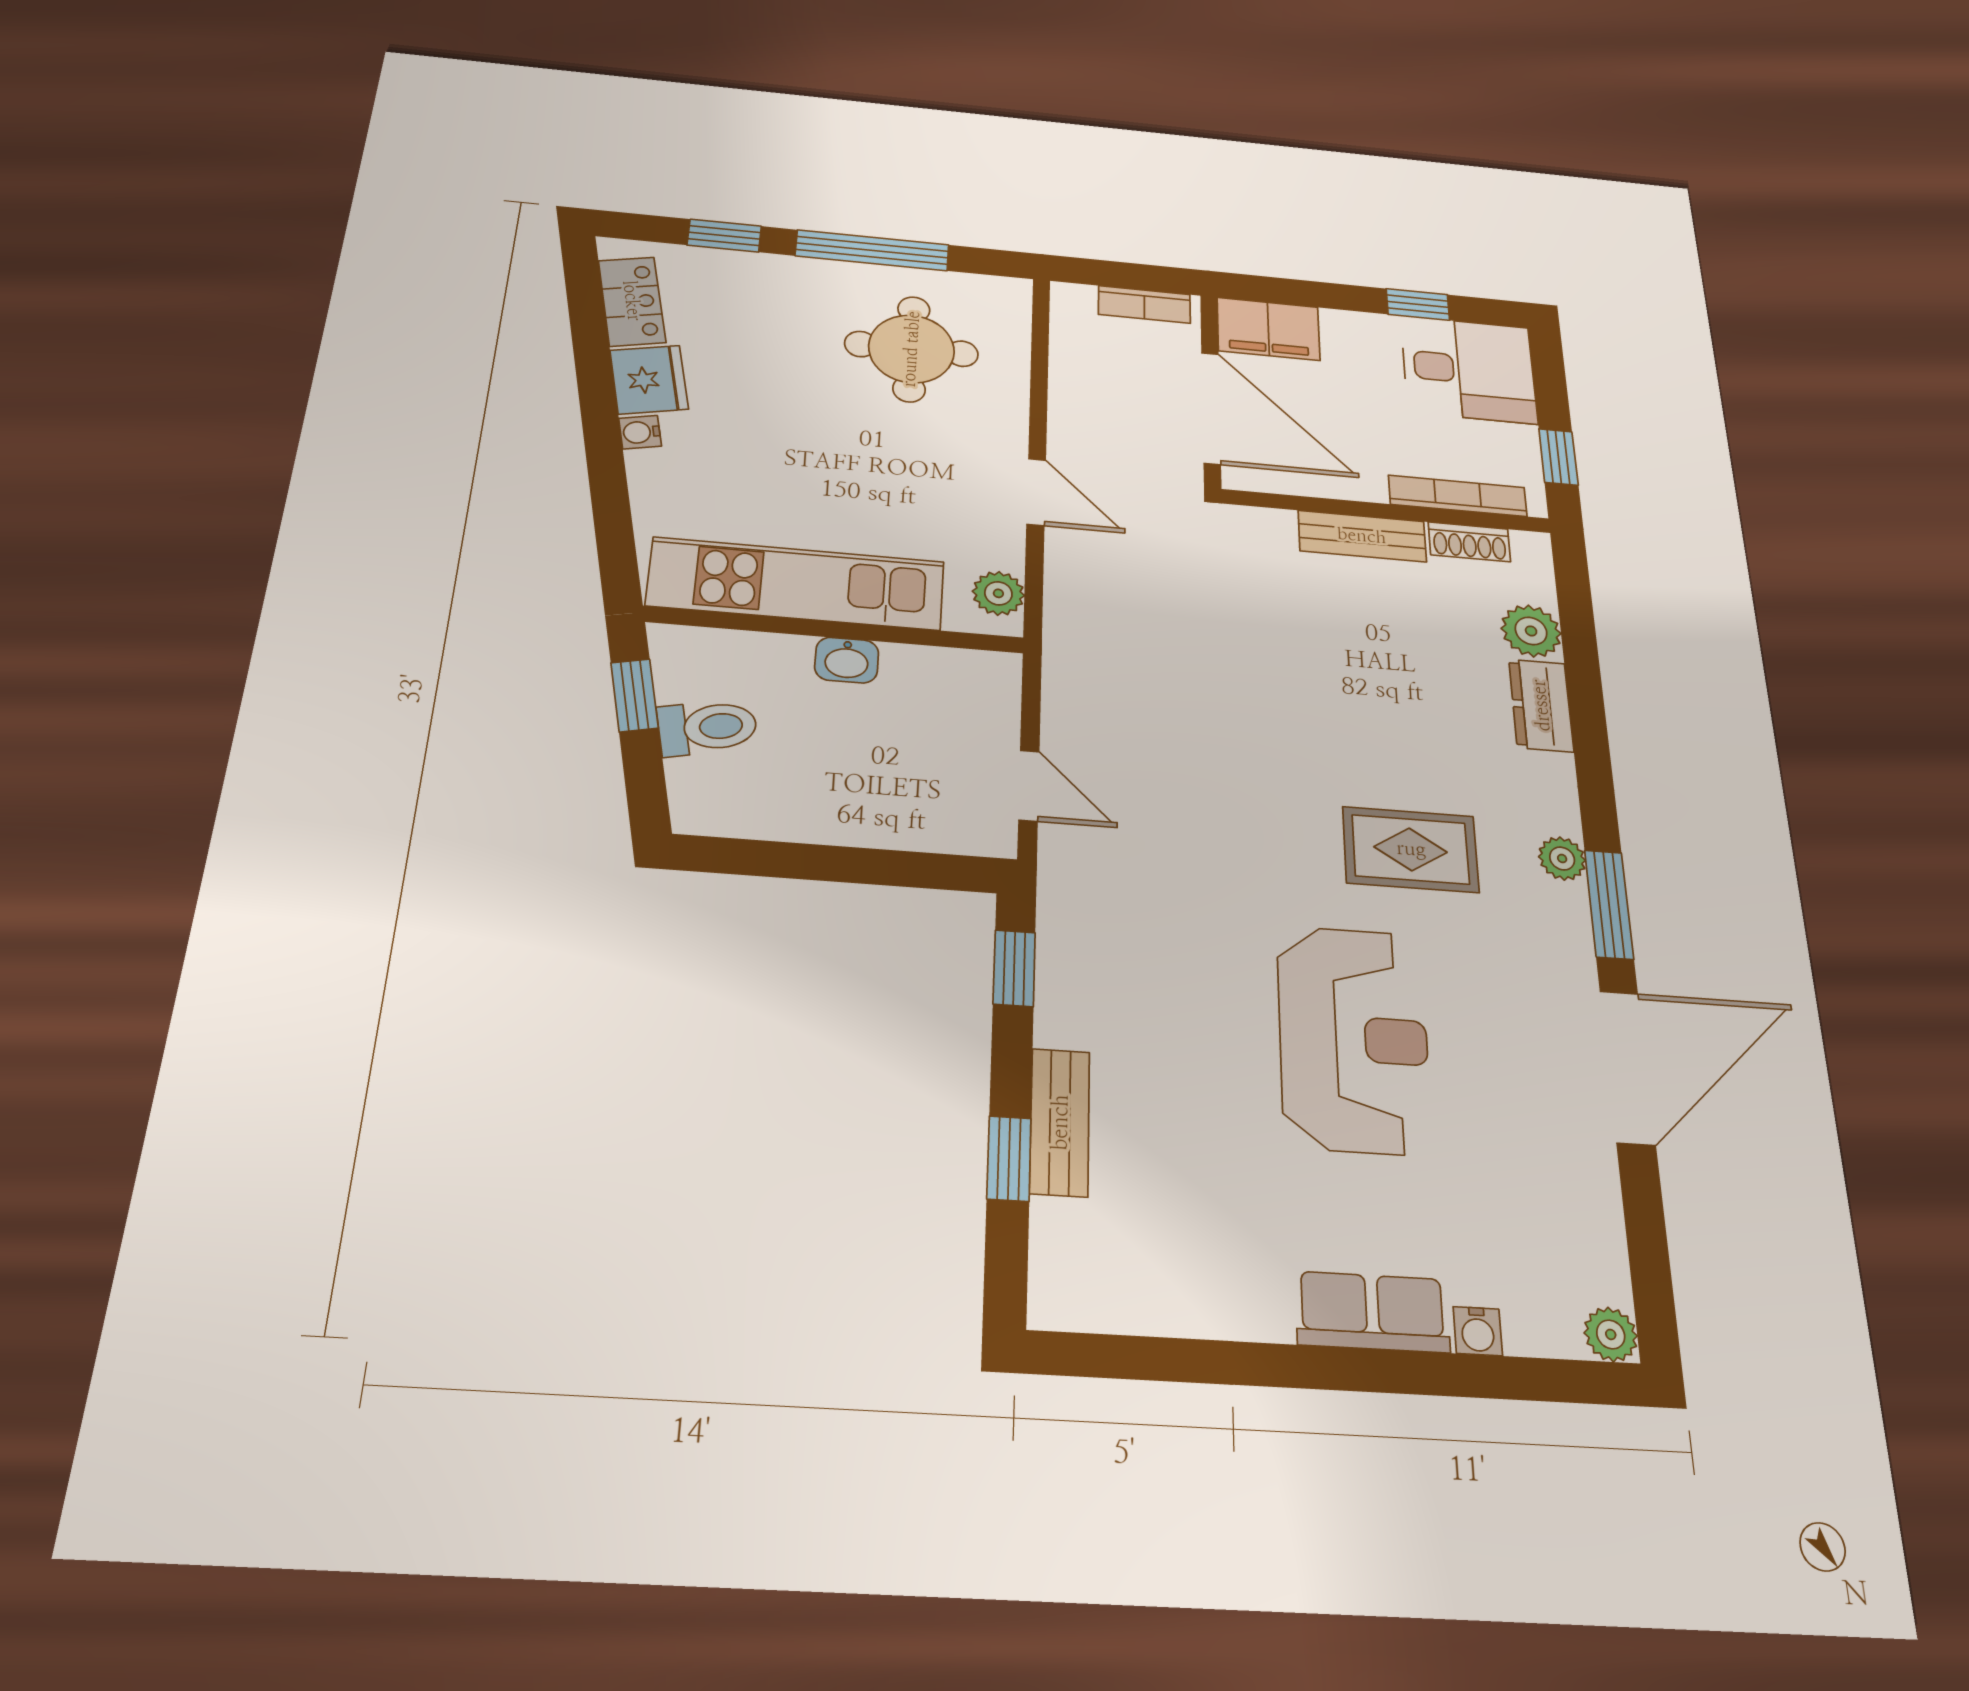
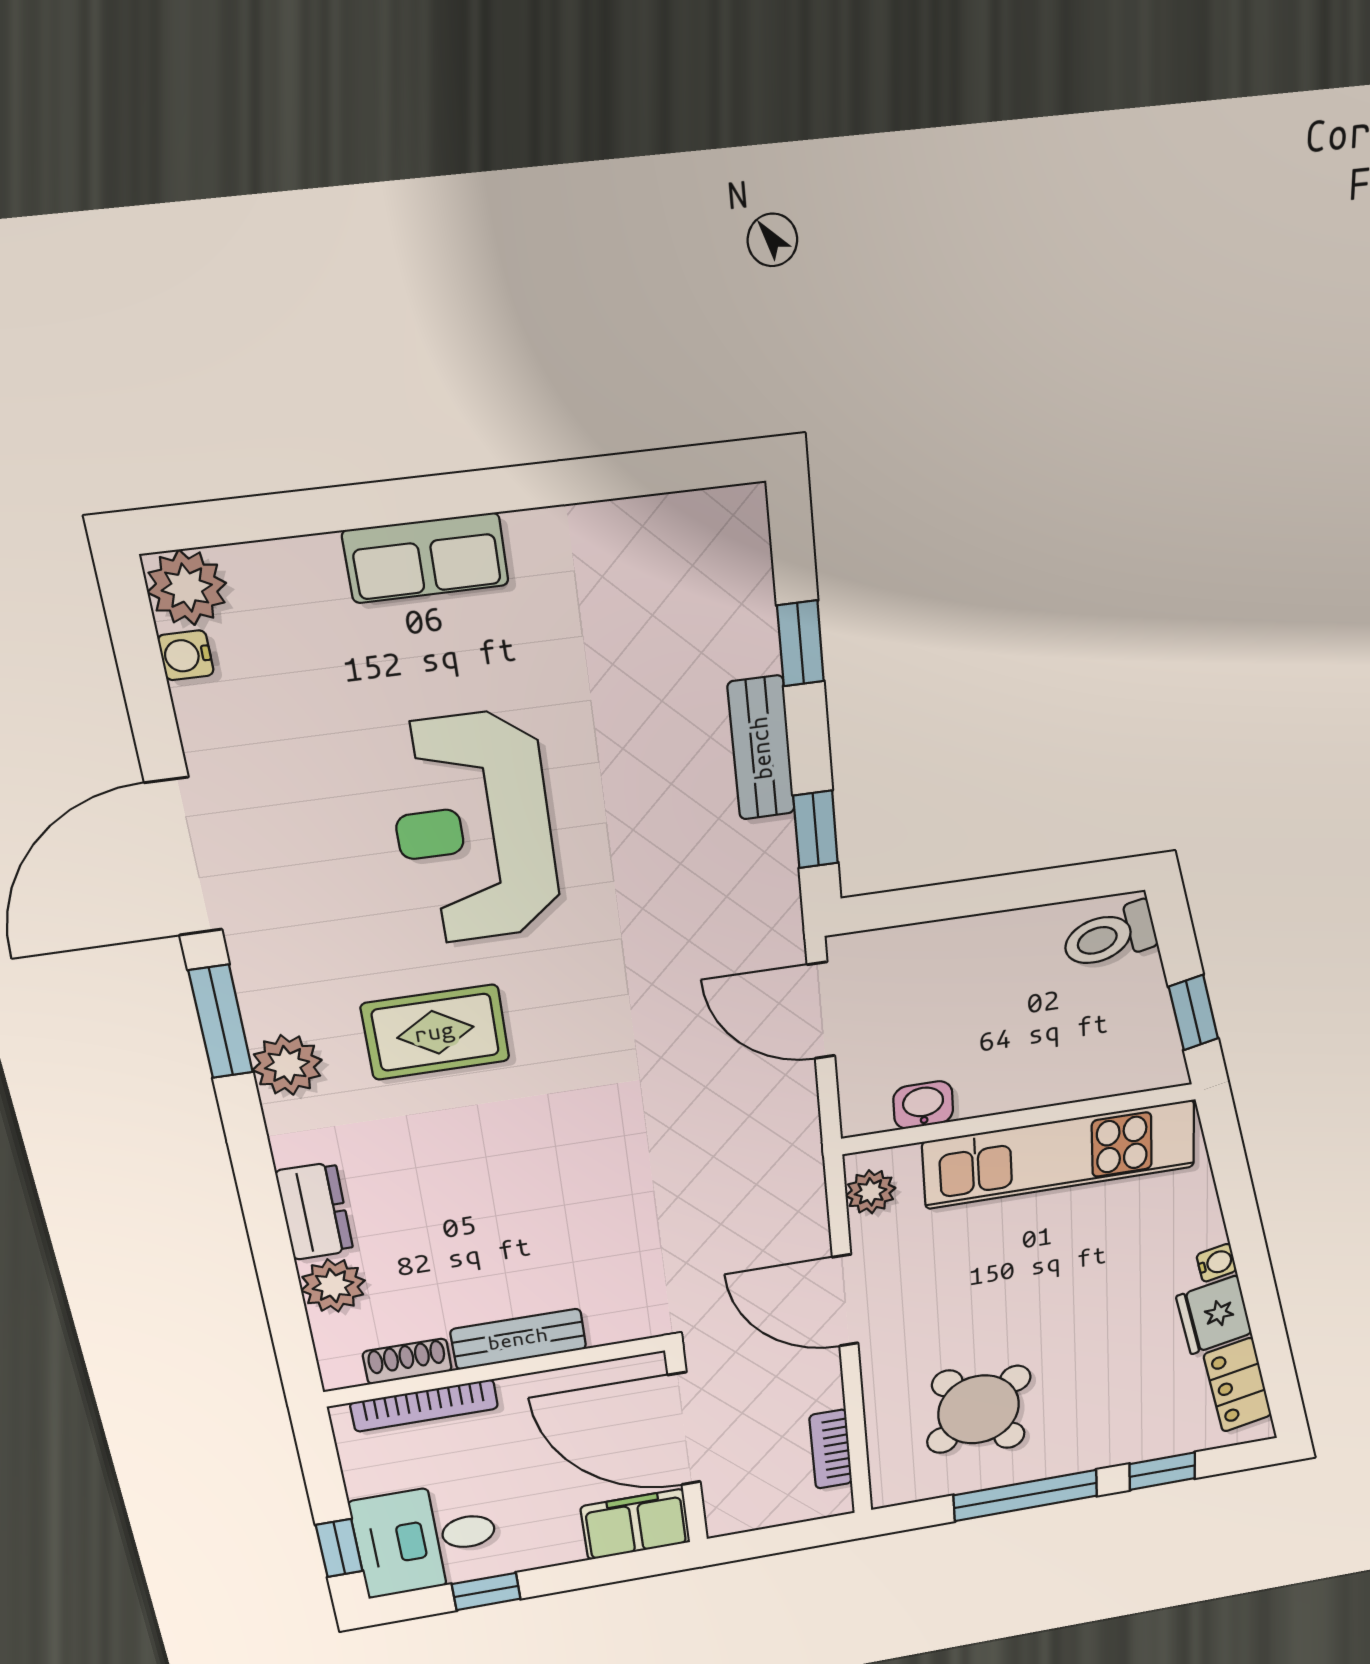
bookcase: (1144, 305) -> (831, 1449), moved, turned -90
round table: (911, 349) -> (979, 1410), turned -38
window: (1558, 457) -> (339, 1548), moved
door: (1036, 492) -> (845, 1301), width x1.38
washbasin: (847, 660) -> (923, 1105), moved
toilet: (707, 727) -> (1109, 936), moved
door: (1029, 786) -> (821, 1011), width x1.38
plant: (1562, 859) -> (287, 1065), width x1.38, depth x1.38
bench: (1060, 1122) -> (761, 748), moved
water cooler: (1478, 1331) -> (186, 655), moved, turned -90
plant: (1611, 1334) -> (187, 588), width x1.38, depth x1.38

